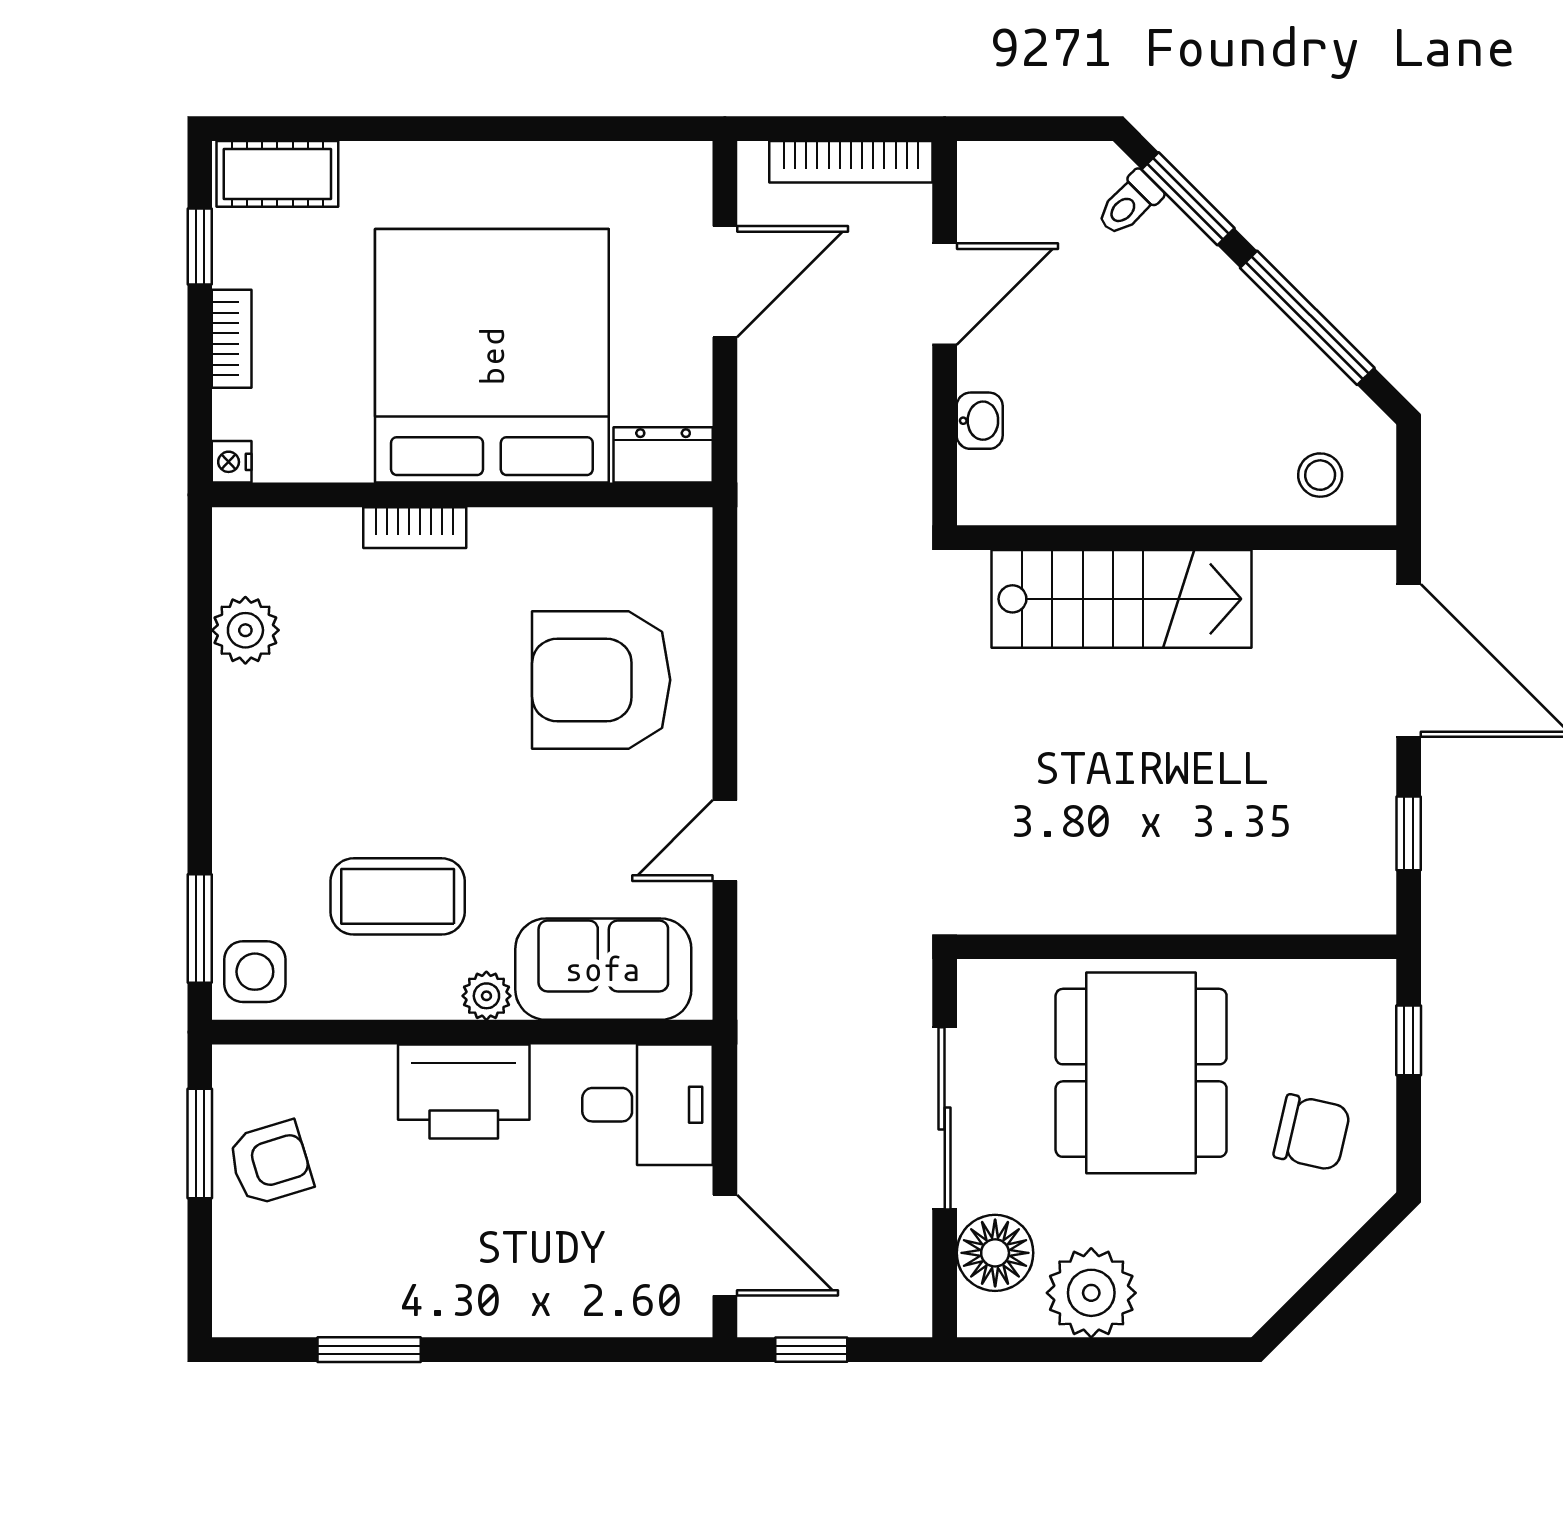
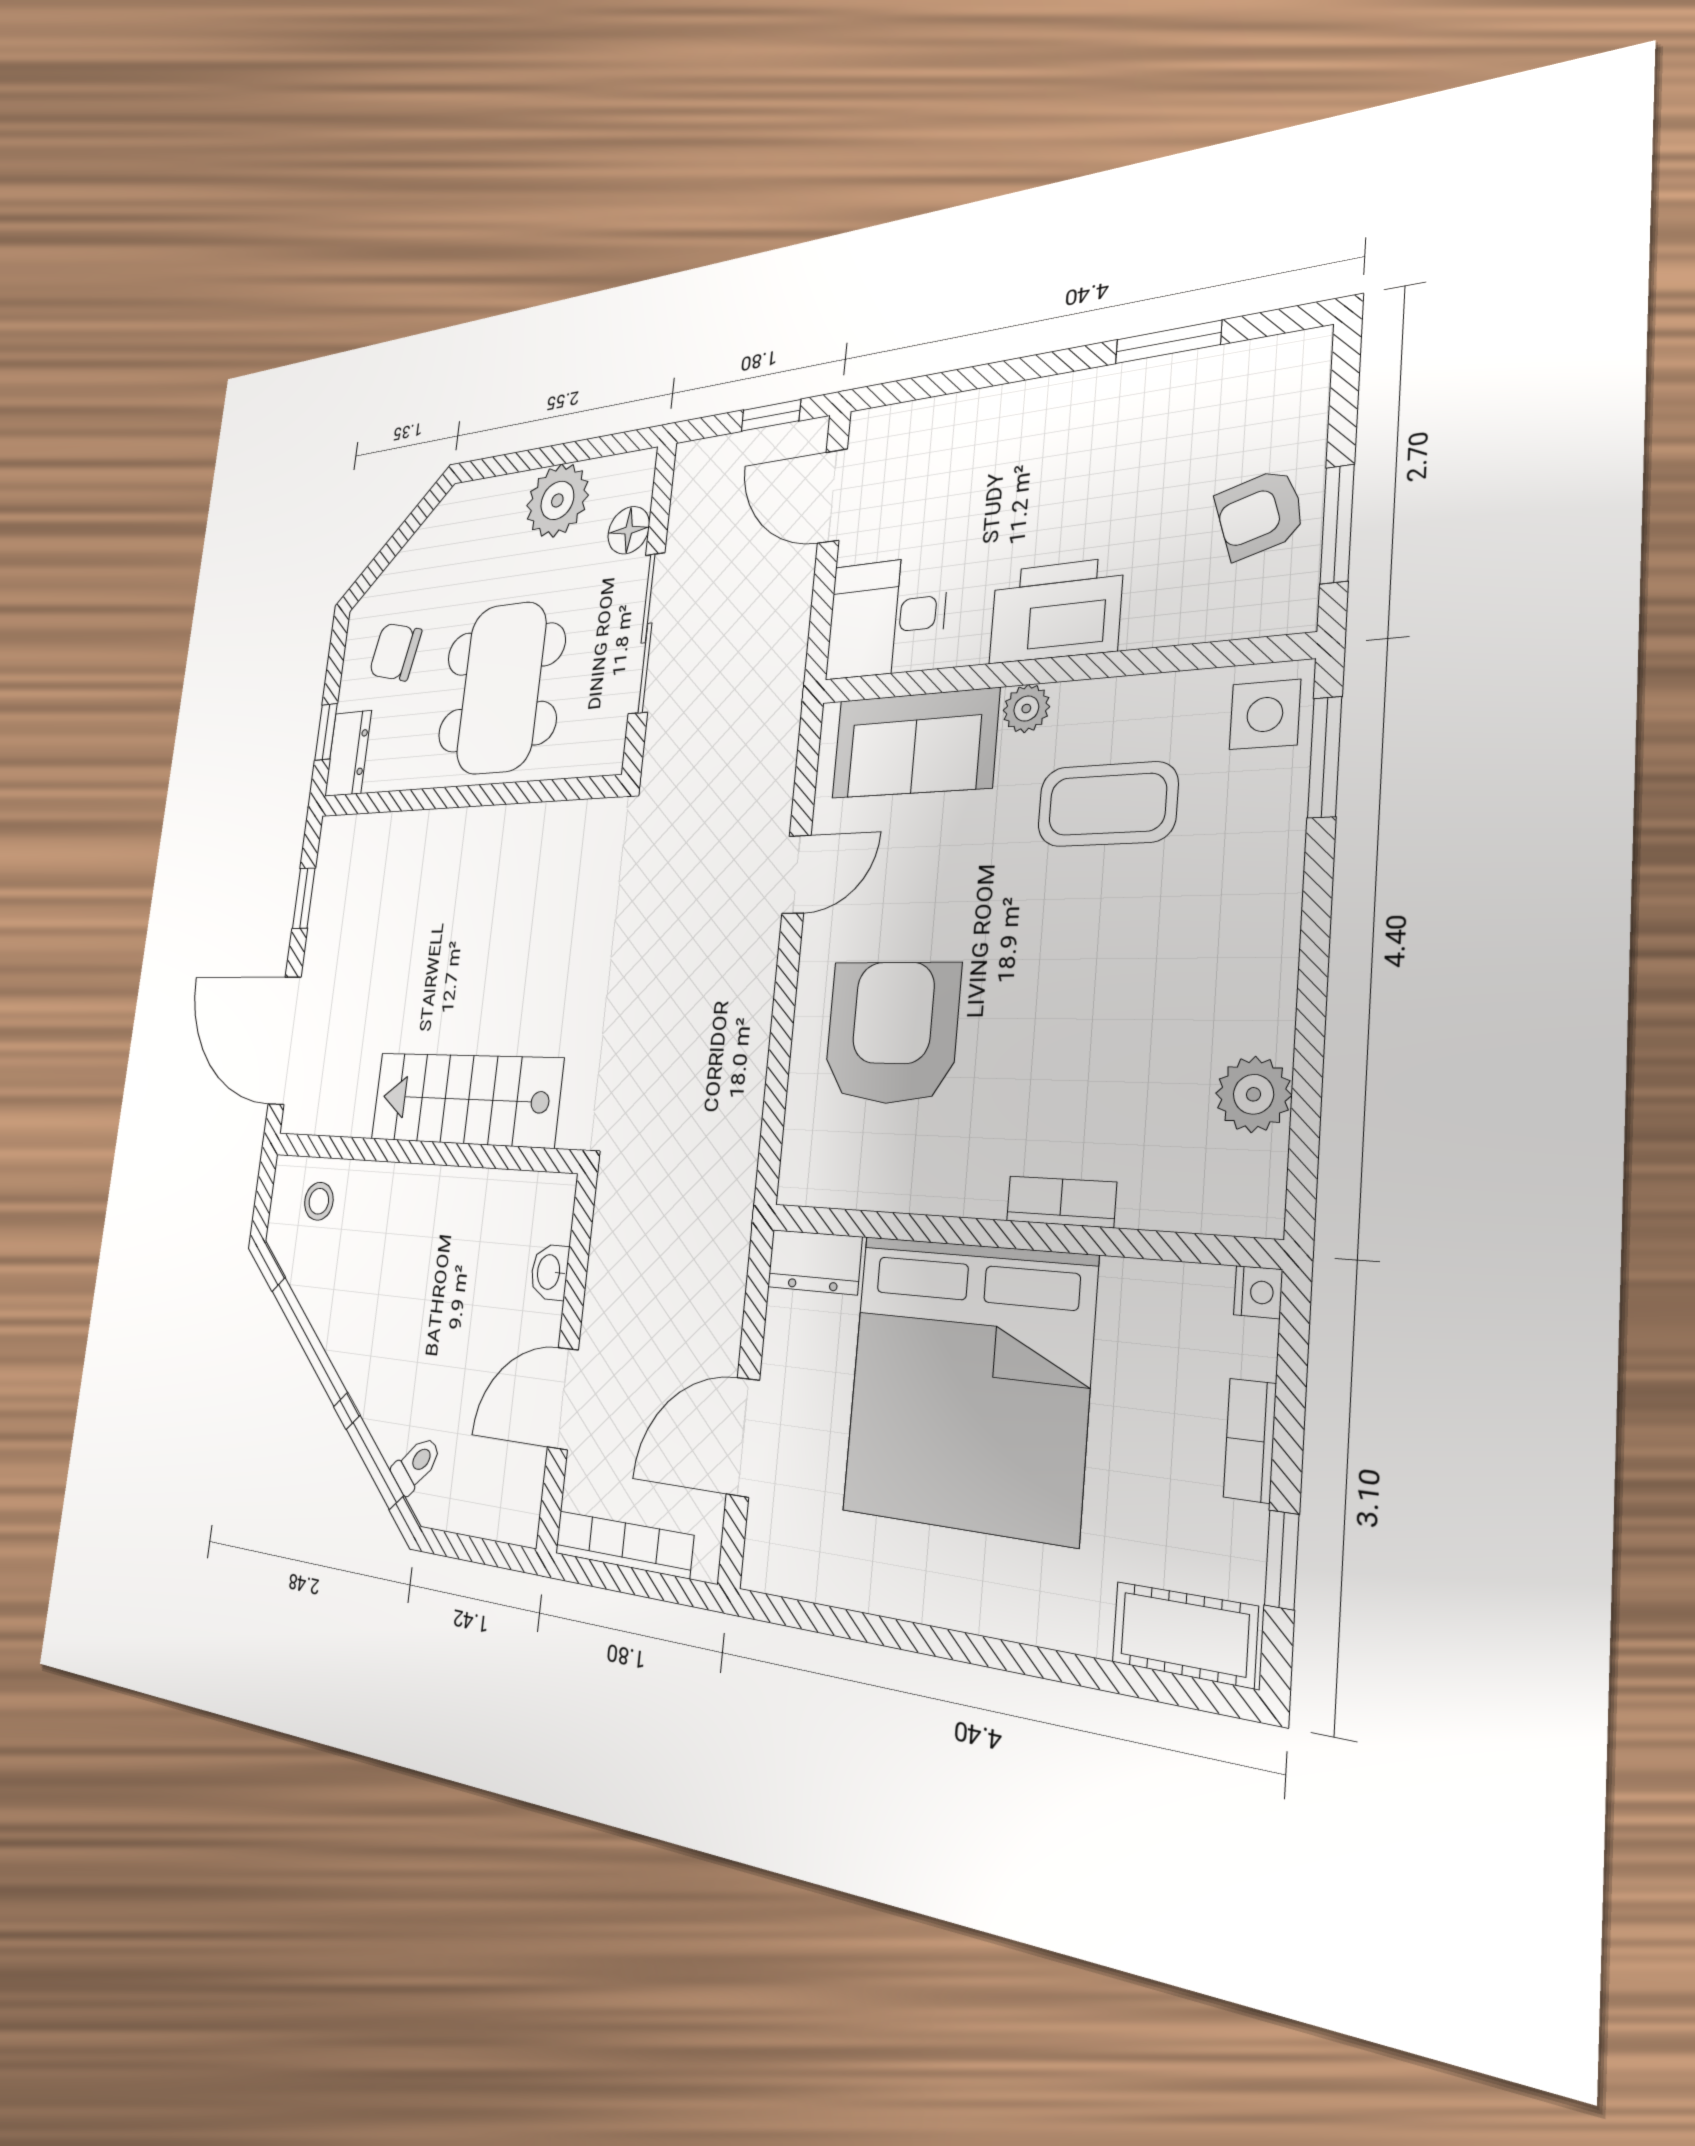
armchair: (601, 680) -> (892, 1033), turned -90
dresser: (1367, 1011) -> (348, 753), added
floor lamp: (995, 1253) -> (629, 530), width x0.73, depth x0.73

